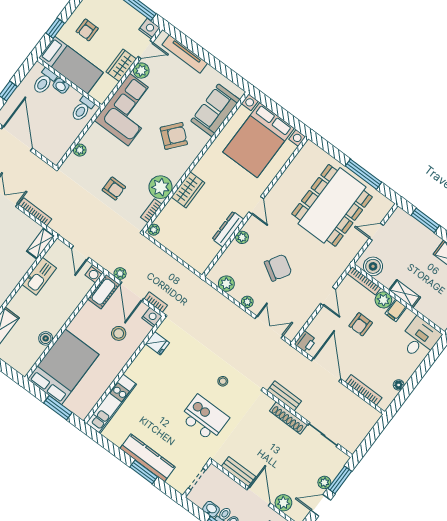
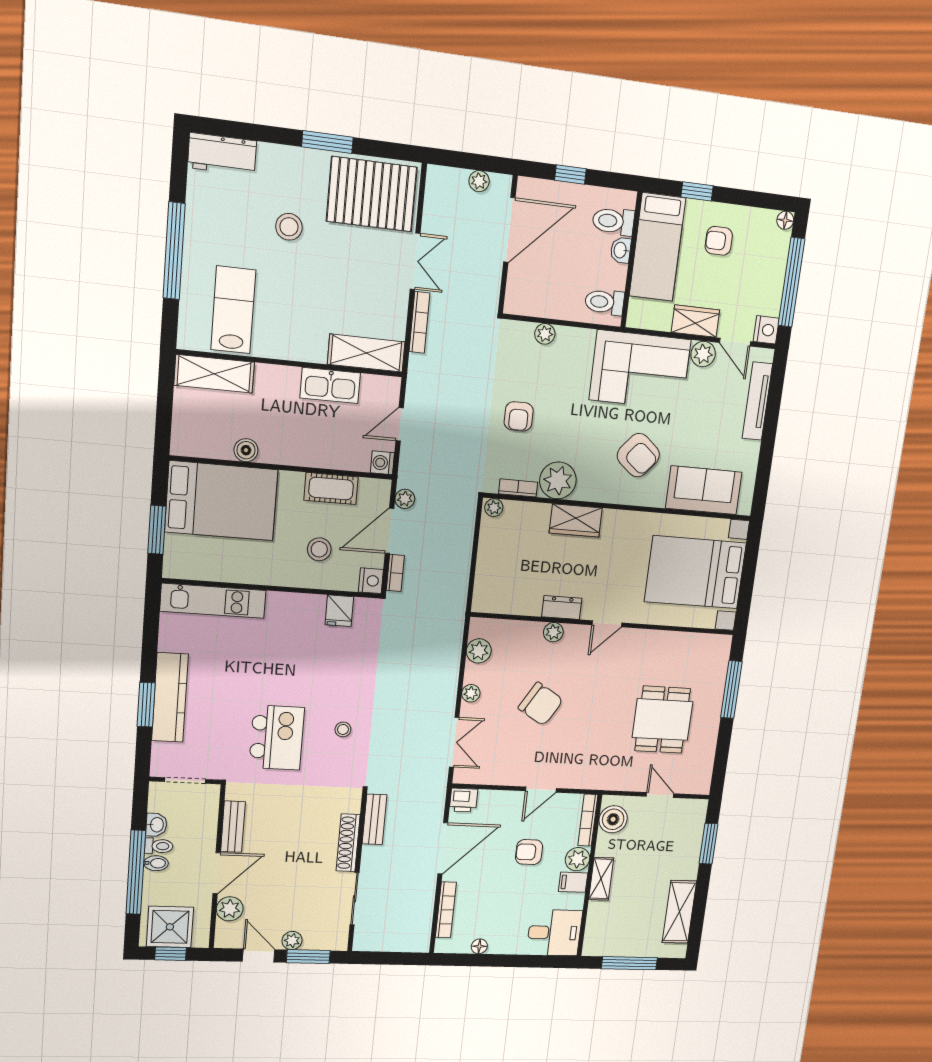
window: (363, 174) -> (731, 690), moved
dining table: (332, 205) -> (662, 720), width x0.53, depth x0.80
dresser: (228, 229) -> (562, 608), width x0.70
shelving: (40, 244) -> (366, 353), width x1.50, depth x1.33
cot: (103, 292) -> (331, 489), moved

